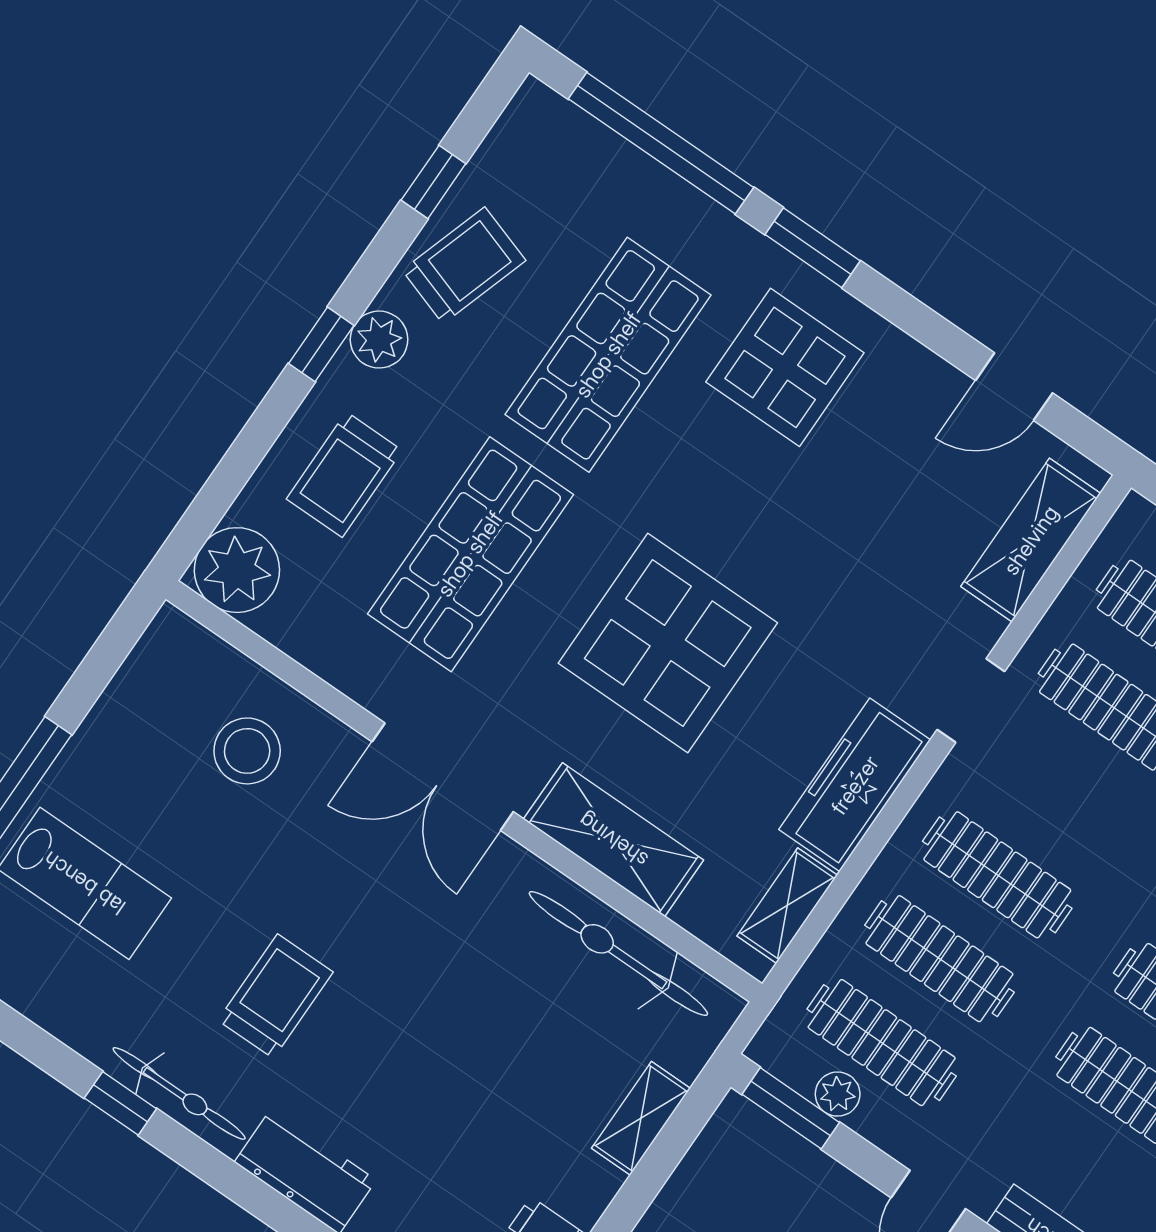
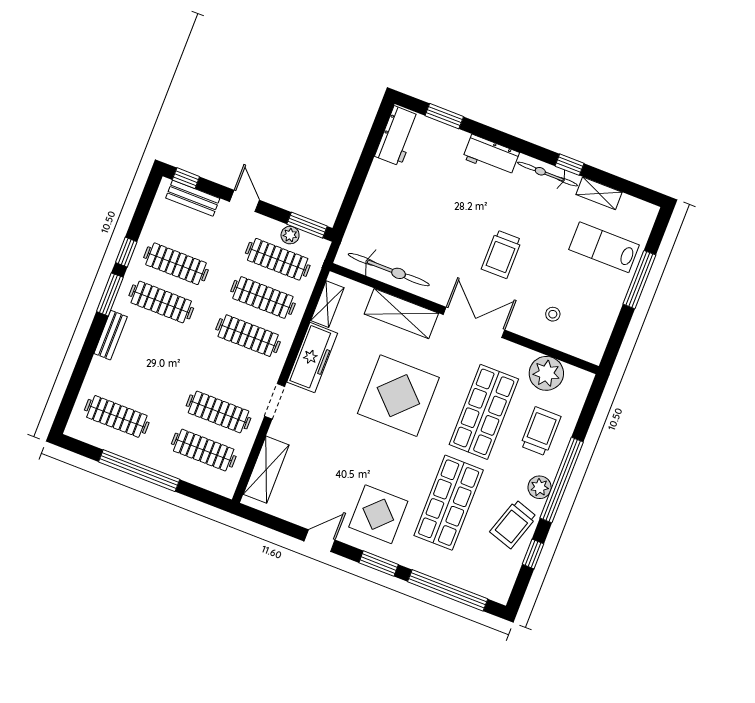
window: (321, 344) -> (562, 480), width x3.17
door: (1014, 387) -> (320, 541), moved
plant: (237, 570) -> (546, 373), moved
stool: (247, 751) -> (553, 314), width x0.53, depth x0.53
trolley: (275, 996) -> (502, 254), moved
shelving: (641, 1118) -> (599, 193), moved, turned 90

